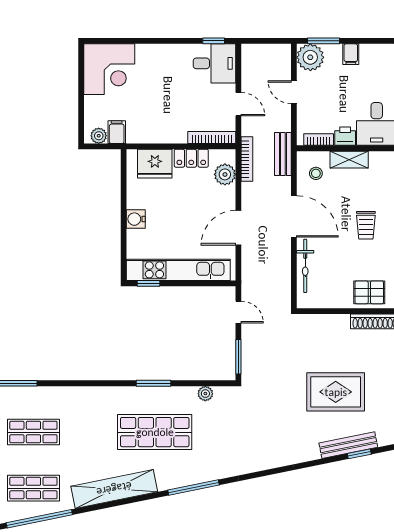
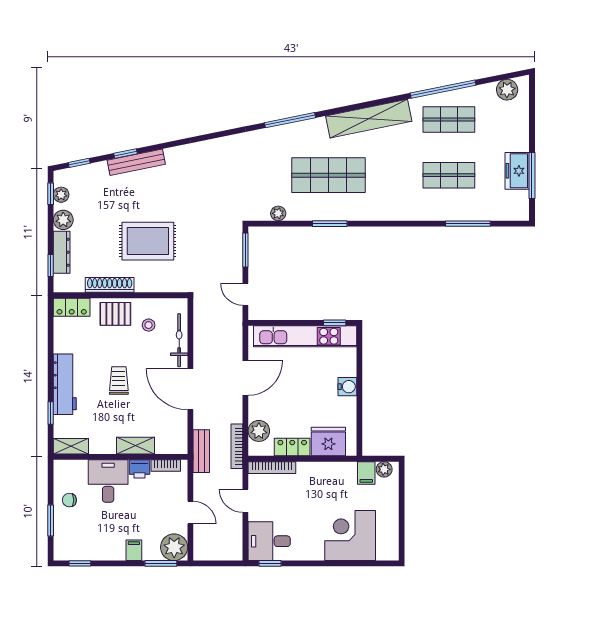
corner desk: (109, 69) -> (350, 535), moved
stool: (316, 173) -> (149, 325), moved
rug: (336, 392) -> (148, 241), moved

